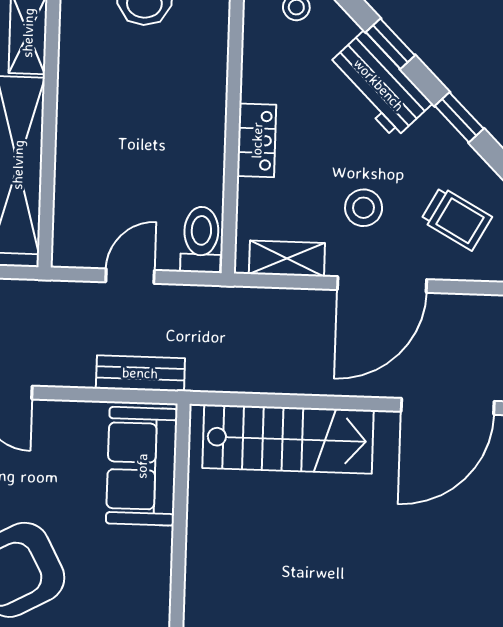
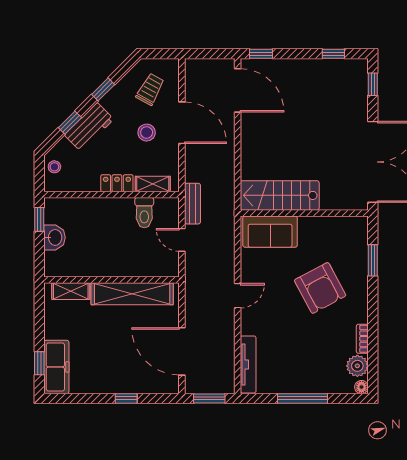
toilet: (201, 240) -> (144, 213), moved, turned -90
shelving: (287, 259) -> (153, 184), moved, turned 90
bench: (140, 373) -> (193, 204), moved
stairs: (288, 439) -> (280, 195), moved, turned -90

